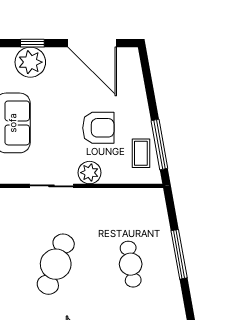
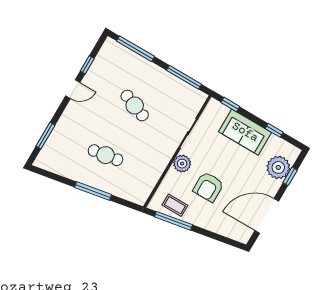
cafe table: (56, 264) -> (135, 106), width x0.73, depth x0.74

